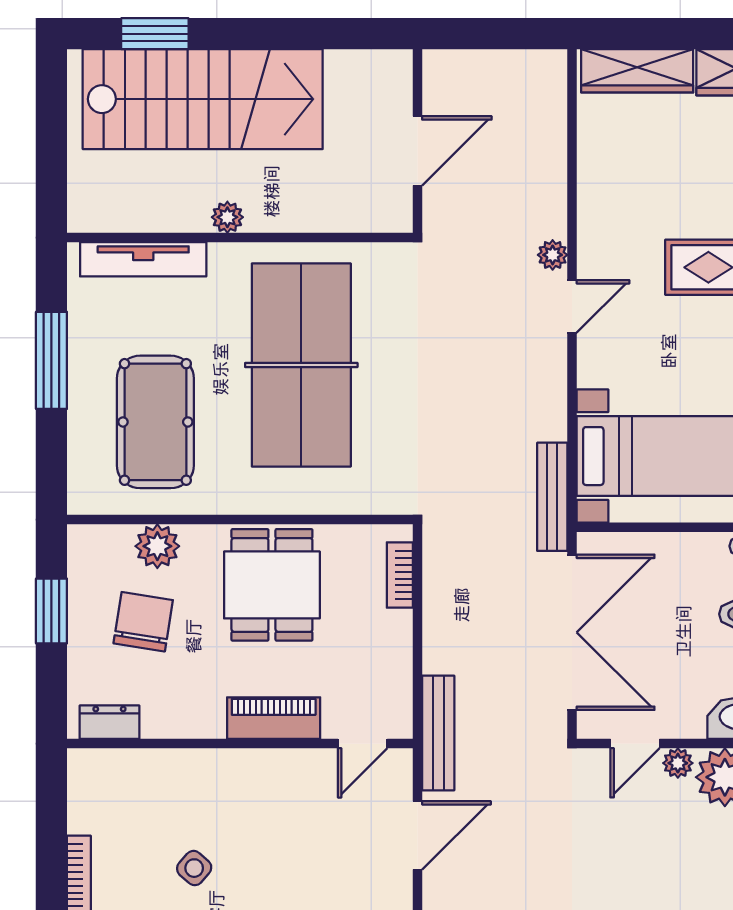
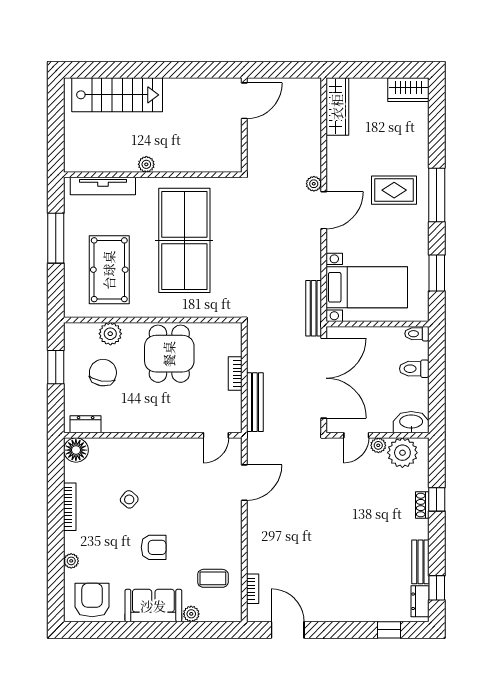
window: (155, 34) -> (109, 70), removed
wardrobe: (637, 71) -> (337, 107), moved, turned -90
stairs: (203, 99) -> (117, 95), width x0.73, depth x0.66
door: (418, 151) -> (244, 101), moved
door: (572, 306) -> (324, 210), width x1.38
bookcase: (400, 575) -> (235, 374), moved
piano: (274, 718) -> (170, 422), removed
bench: (438, 733) -> (255, 402), moved
floor lamp: (91, 772) -> (76, 450), added

